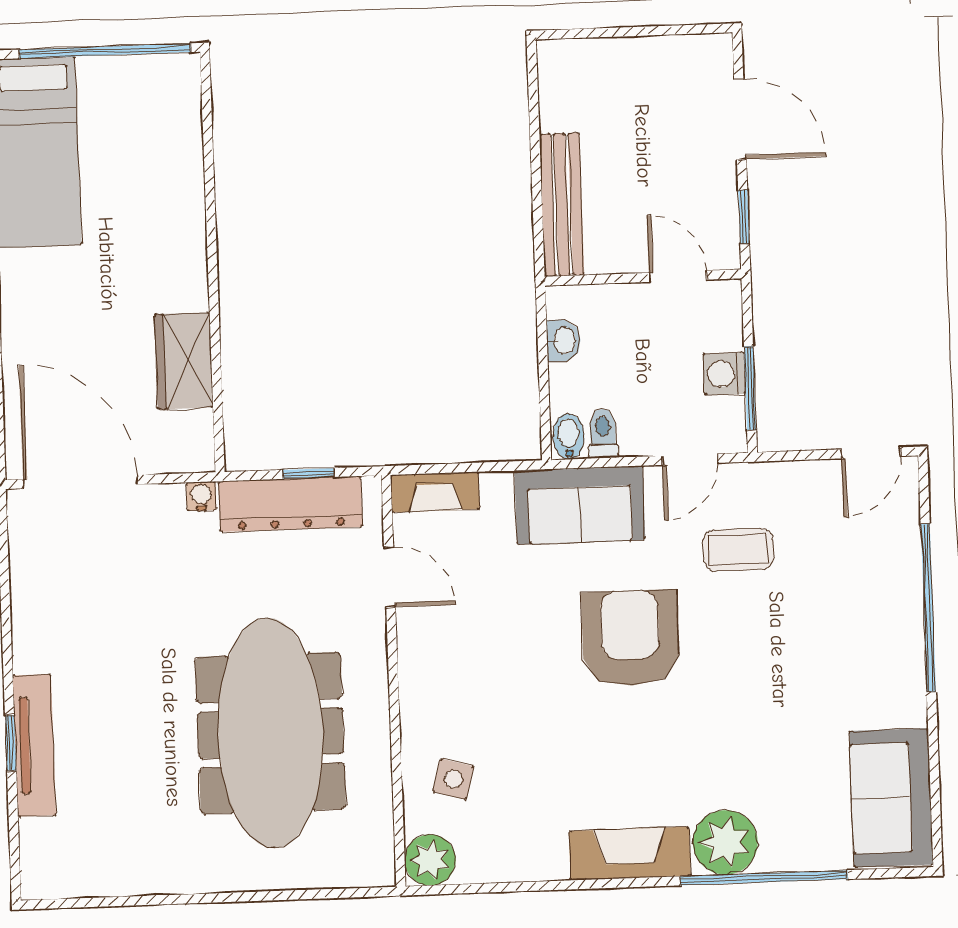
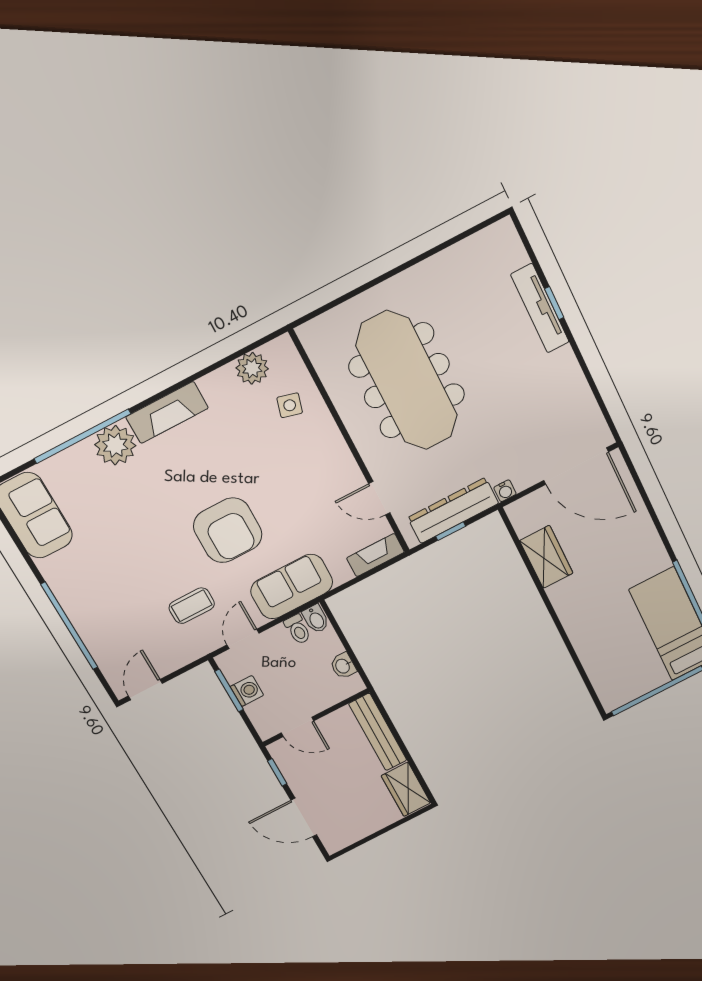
wardrobe: (563, 85) -> (406, 789), added
plant: (430, 860) -> (252, 368), moved

